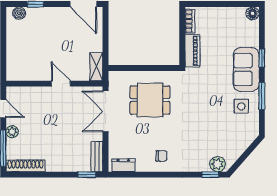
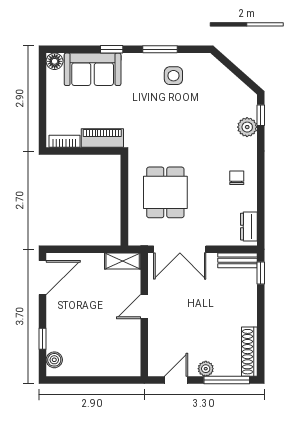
sofa: (246, 69) -> (93, 69), moved
plant: (217, 164) -> (247, 127), moved

